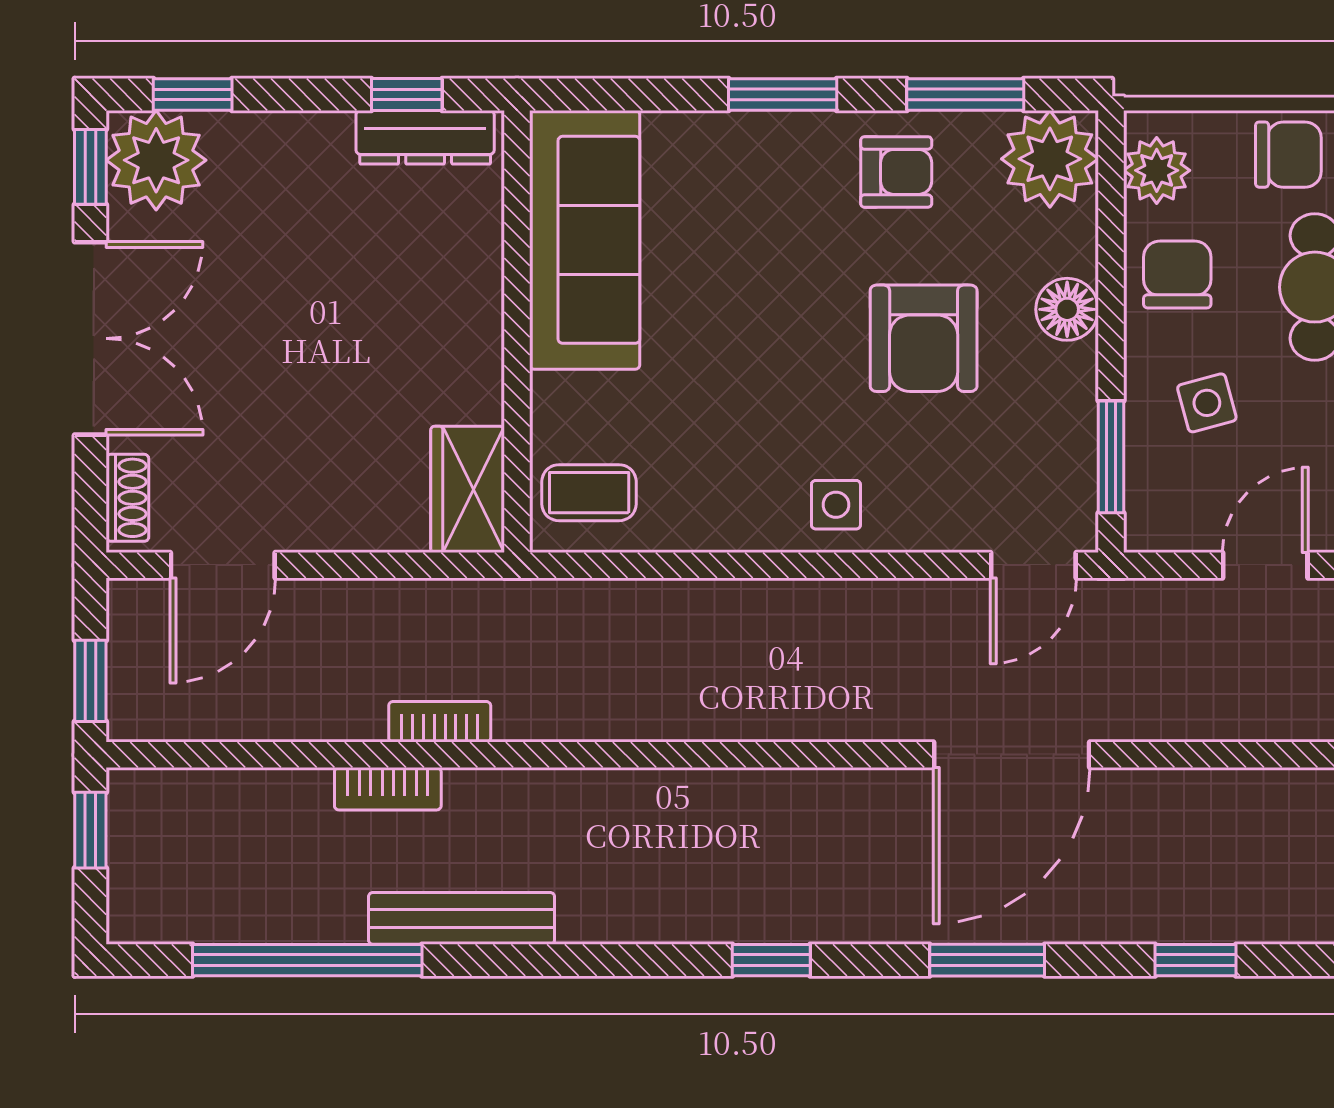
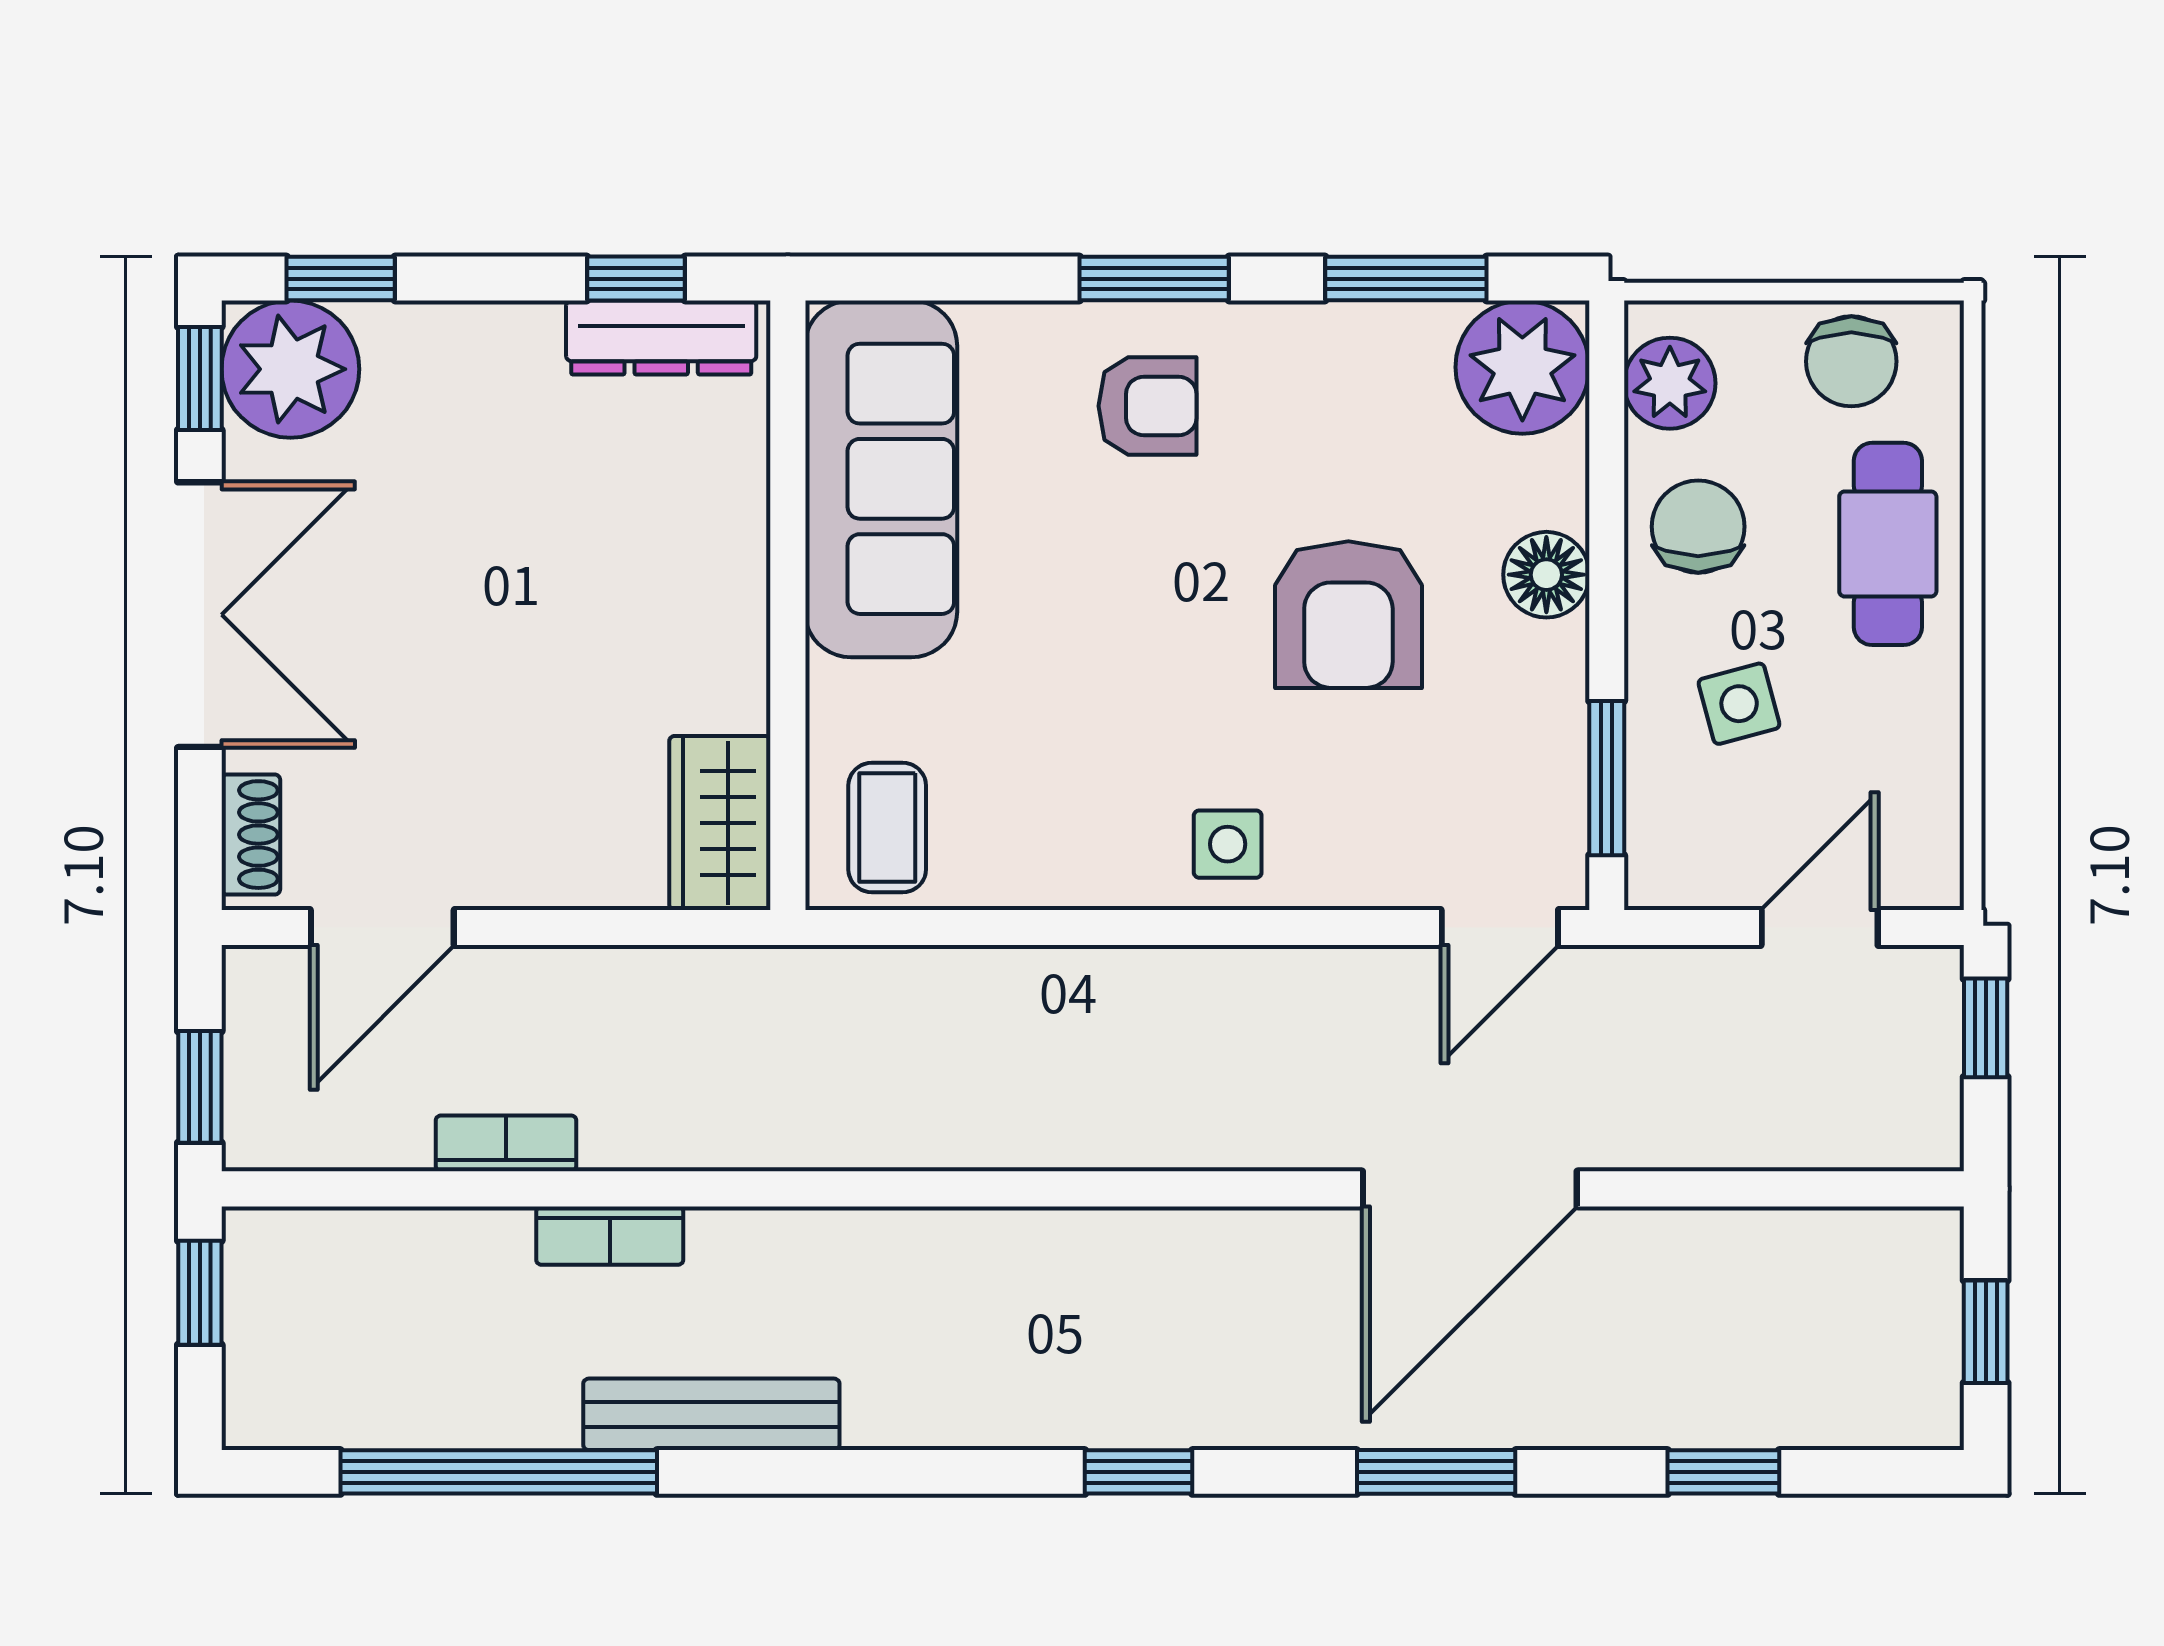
chair: (1288, 155) -> (1851, 361), turned 90
armchair: (896, 172) -> (1148, 406), moved
coffee table: (589, 493) -> (887, 828), turned 90
bookcase: (440, 722) -> (506, 1143), moved

